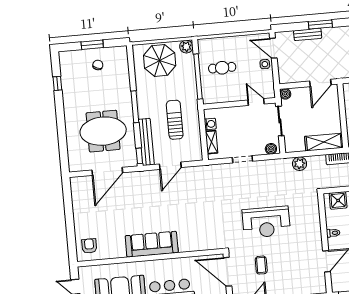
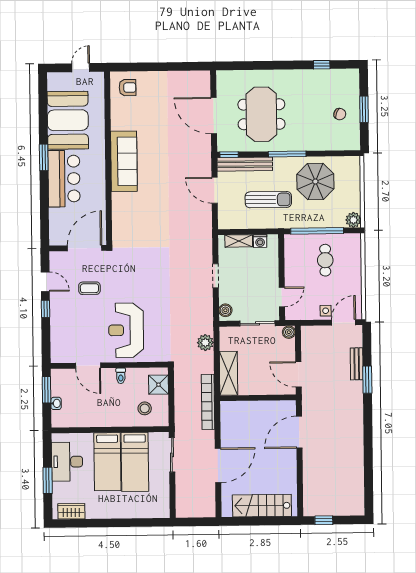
parasol: (160, 60) -> (315, 182), moved
reception desk: (266, 222) -> (126, 330), moved

